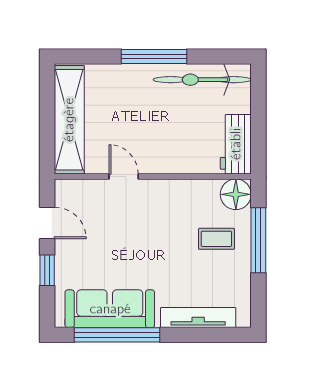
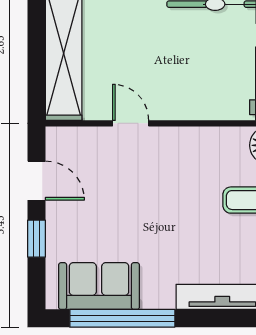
sofa: (110, 309) -> (99, 286), width x0.73

